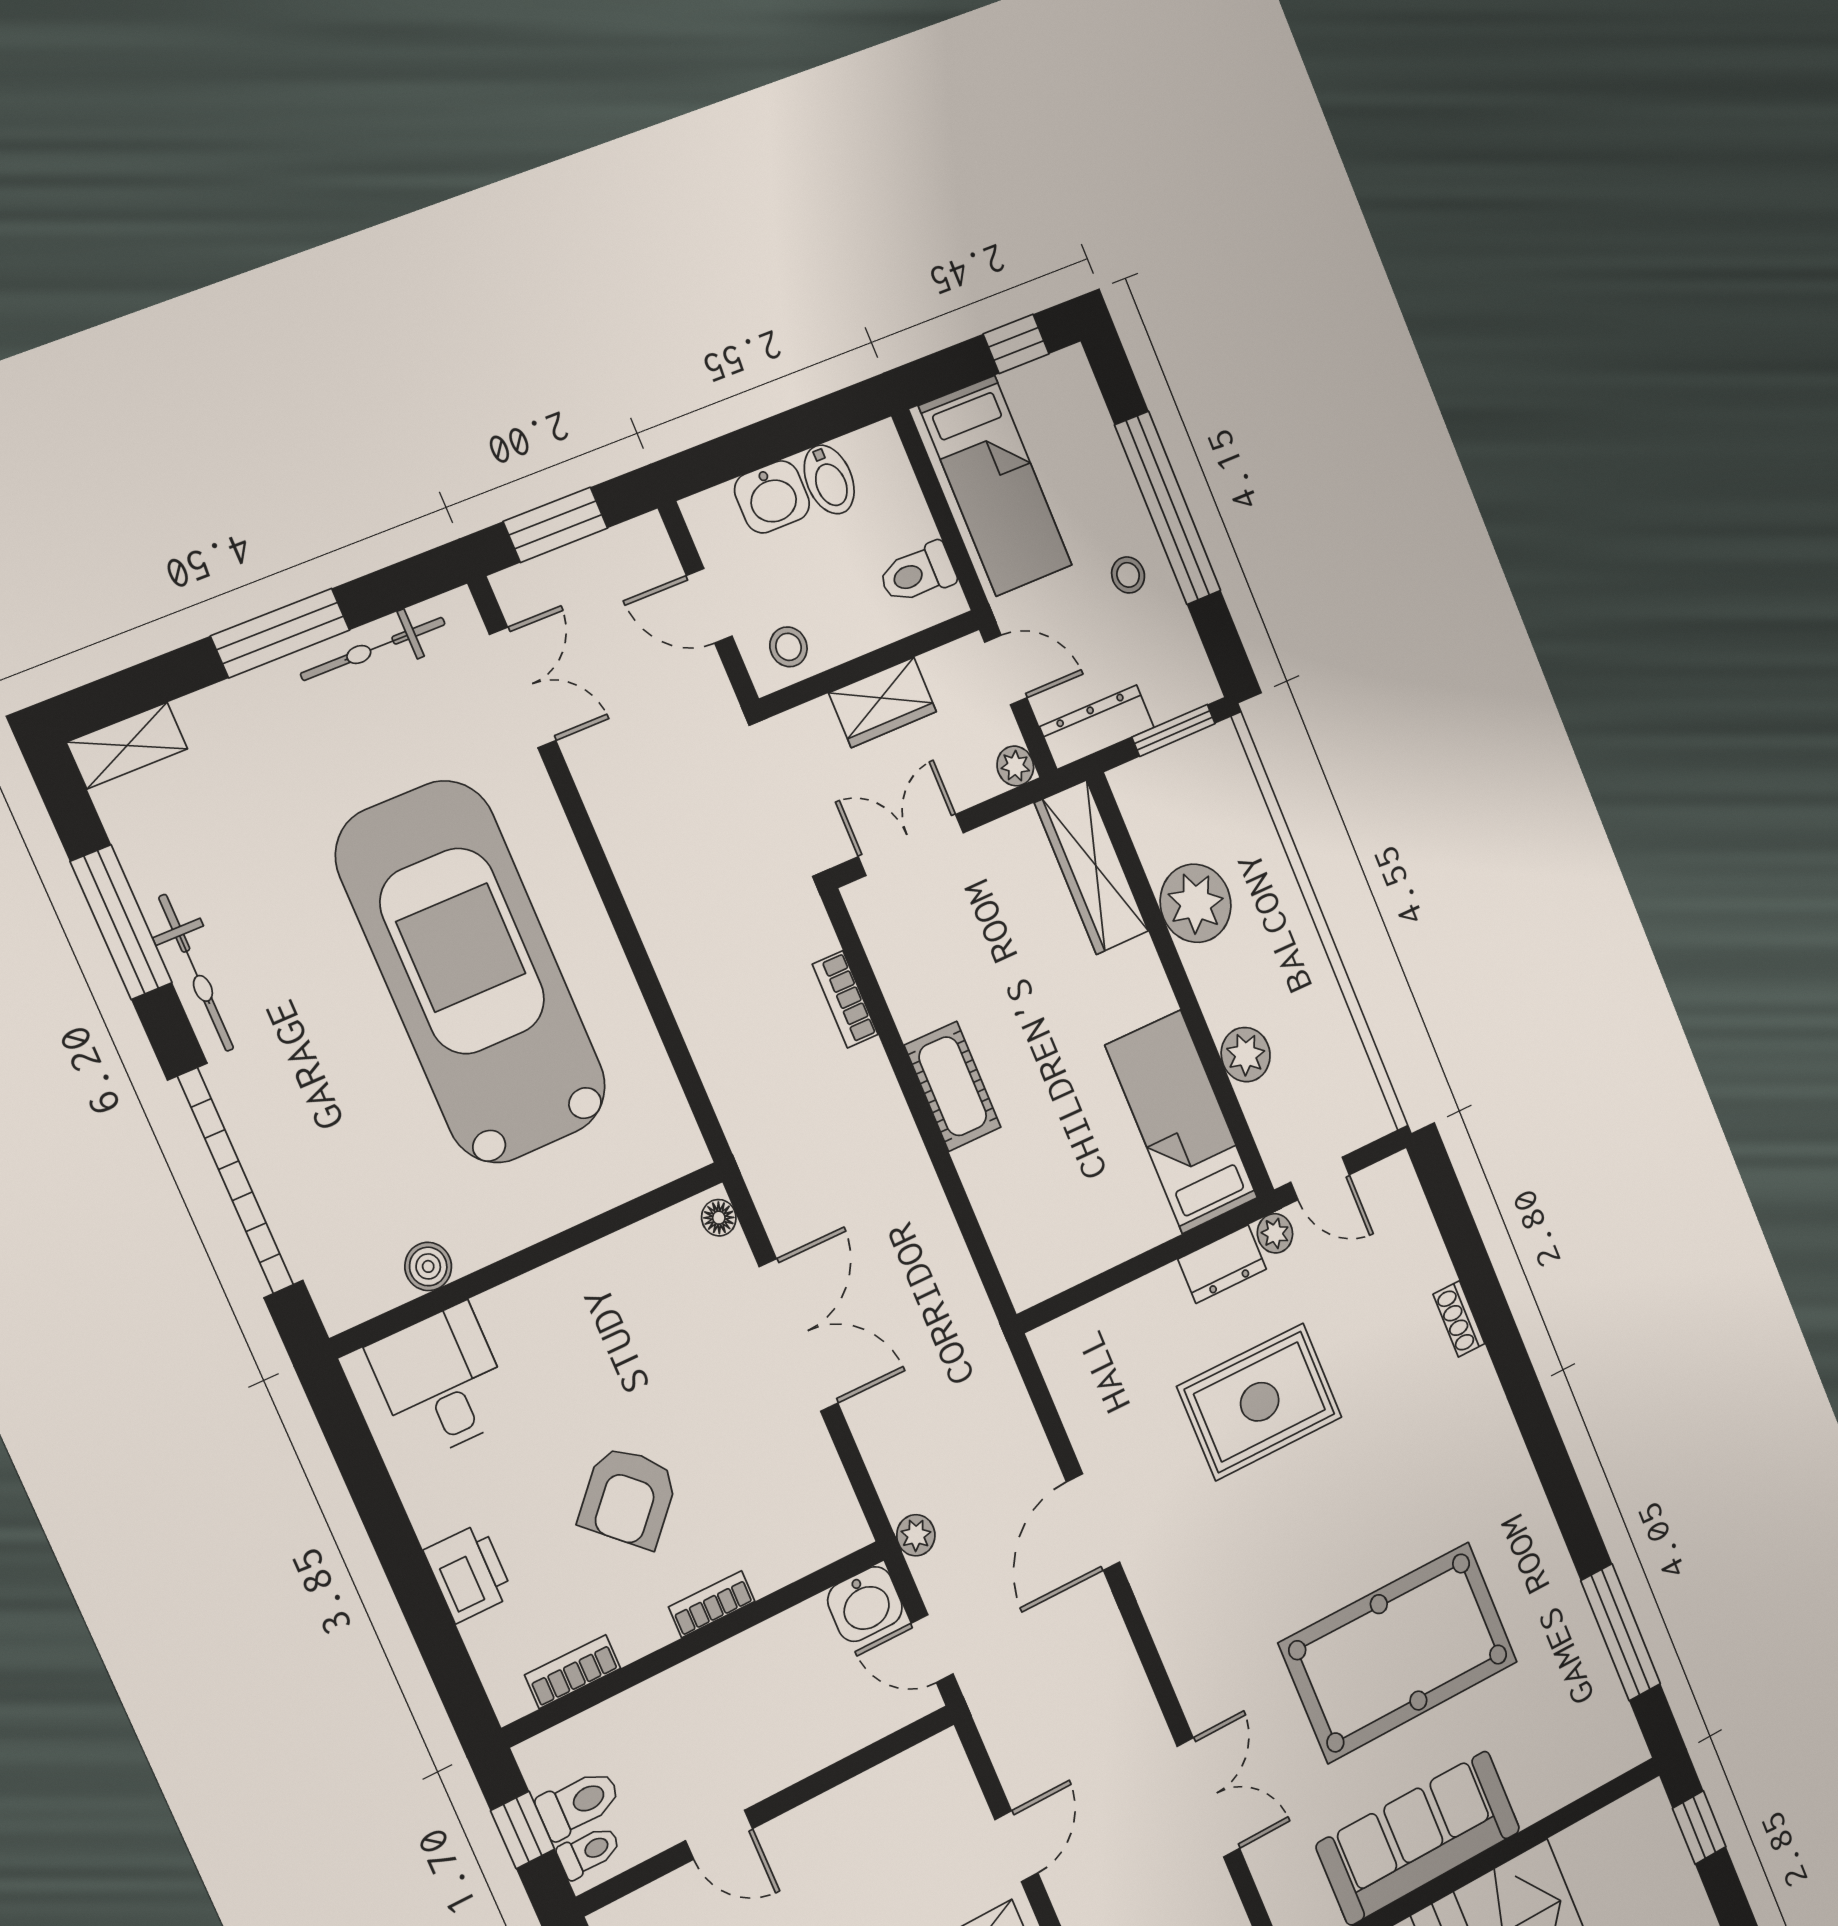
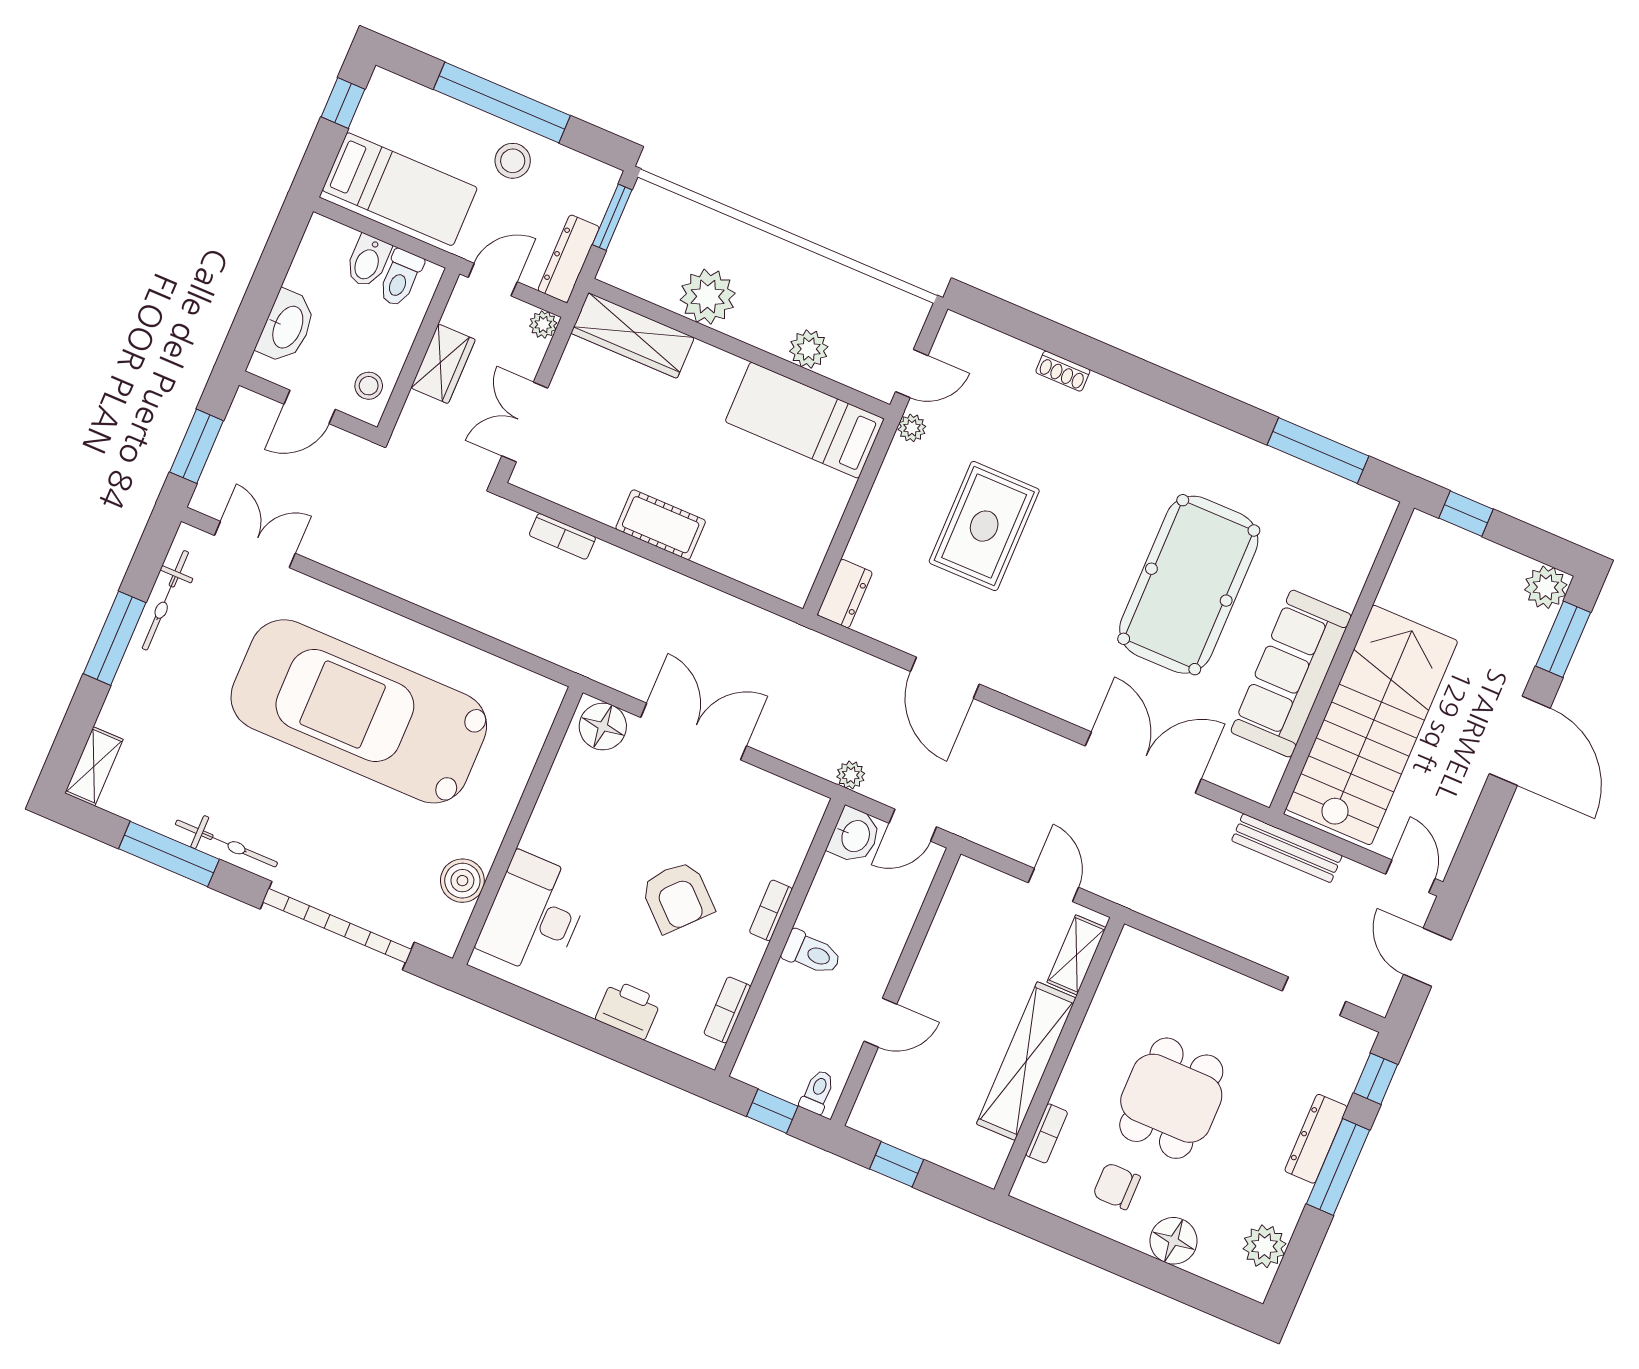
bidet: (829, 479) -> (368, 261), moved, turned 90
washbasin: (772, 497) -> (287, 327), width x1.38
stool: (1128, 575) -> (513, 161), width x1.37, depth x1.37
floor lamp: (719, 1218) -> (603, 726), width x1.89, depth x1.89
dresser: (1222, 1264) -> (845, 594), moved
boiler: (428, 1266) -> (462, 881), width x1.36, depth x1.36
desk: (441, 1382) -> (534, 915), width x1.37
double door: (1208, 1797) -> (1143, 762), width x1.37
toilet: (579, 1803) -> (811, 953), moved, turned 90

